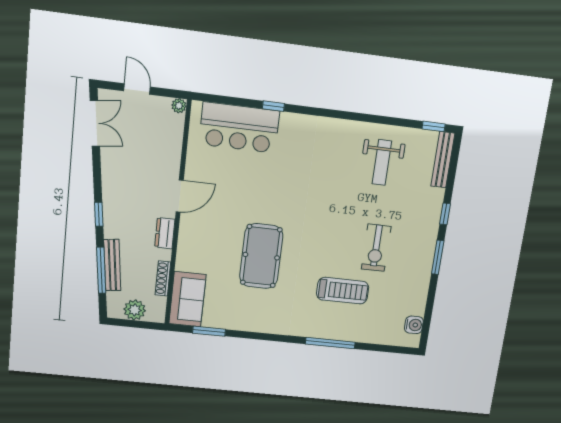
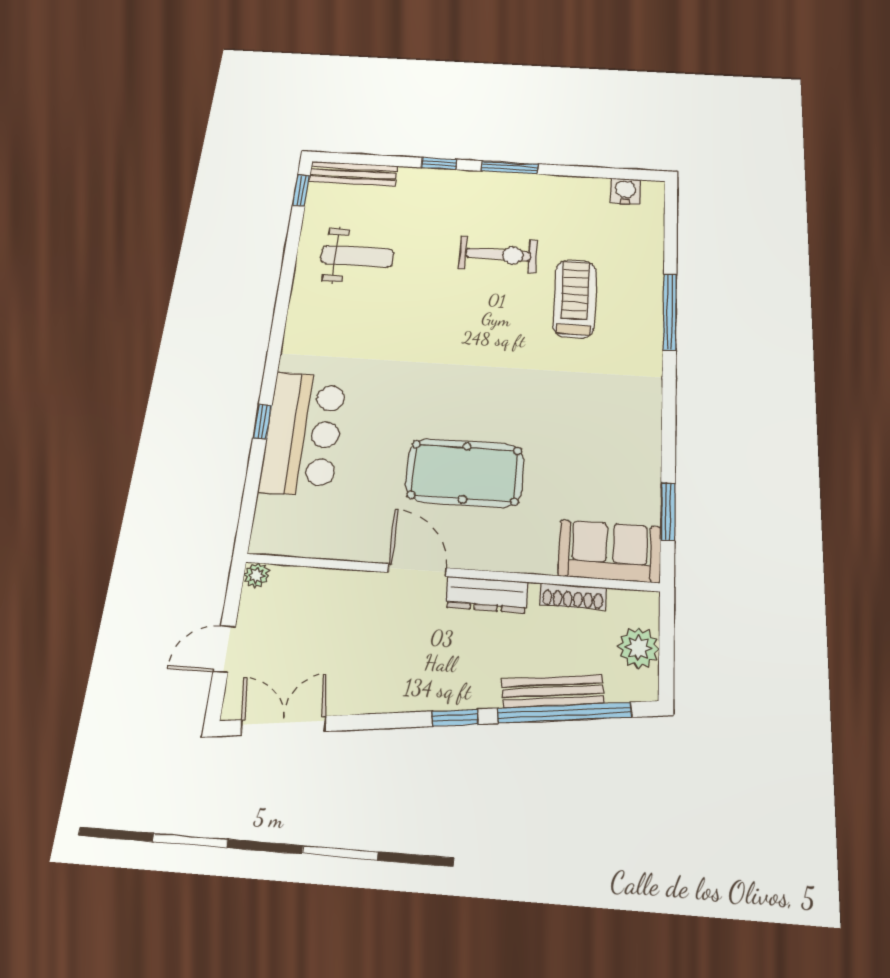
bar counter: (239, 128) -> (303, 433), moved
dresser: (165, 233) -> (487, 595), width x1.44
pool table: (261, 256) -> (465, 473), moved
window: (101, 270) -> (564, 713), width x1.46

